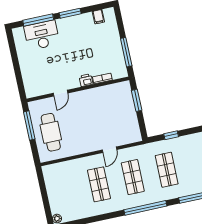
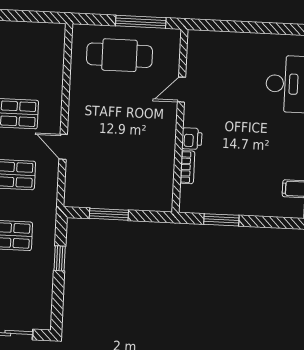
window: (126, 52) -> (221, 220), width x0.69
door: (61, 93) -> (181, 90), hinge flipped
window: (137, 100) -> (109, 214), moved

